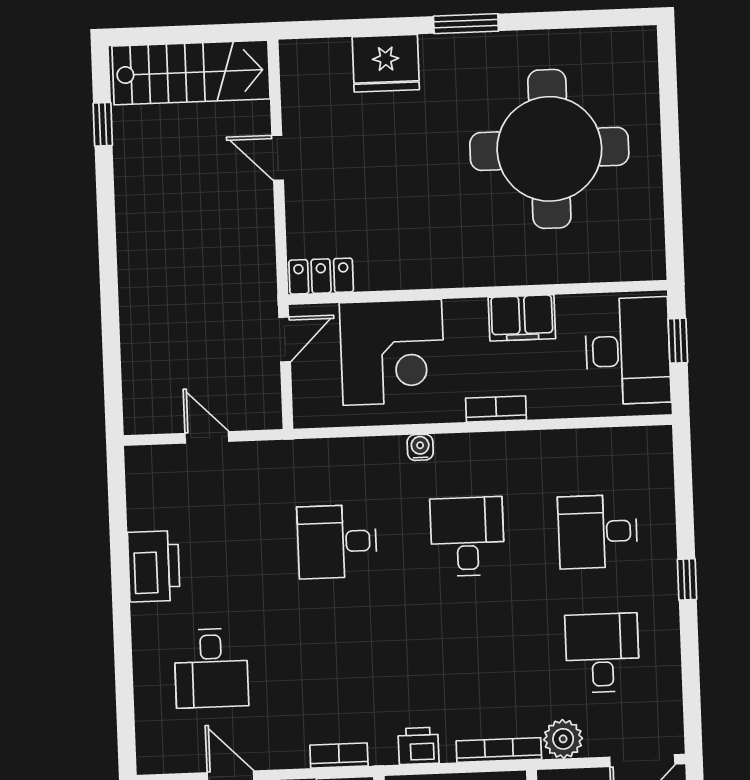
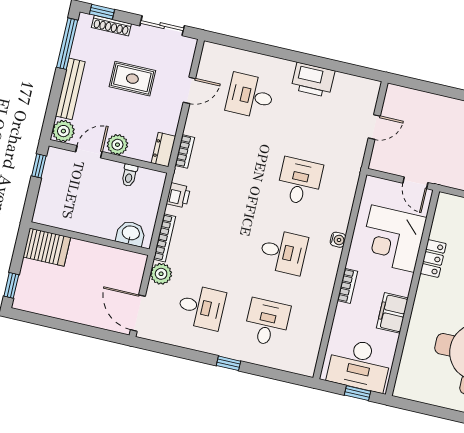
locker: (321, 276) -> (433, 258), moved

